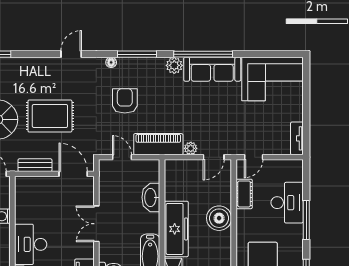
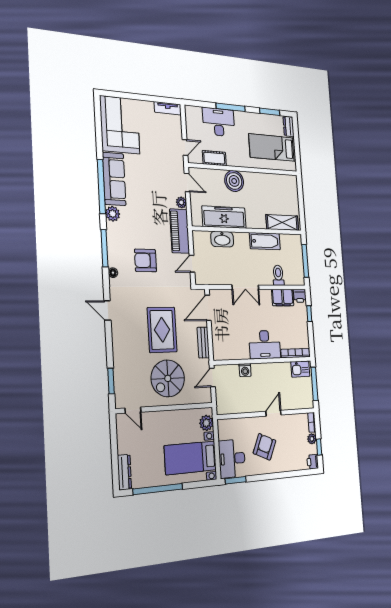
door: (254, 157) -> (185, 147), hinge flipped
freezer: (176, 229) -> (224, 217), moved

